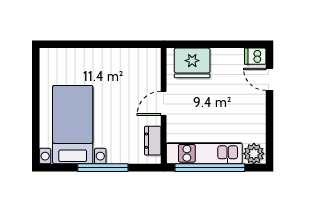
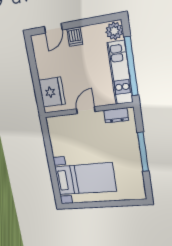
dishwasher: (255, 56) -> (75, 37), moved
door: (164, 103) -> (86, 110), swing flipped
bed with nightstands: (73, 125) -> (85, 179), moved, turned 180

